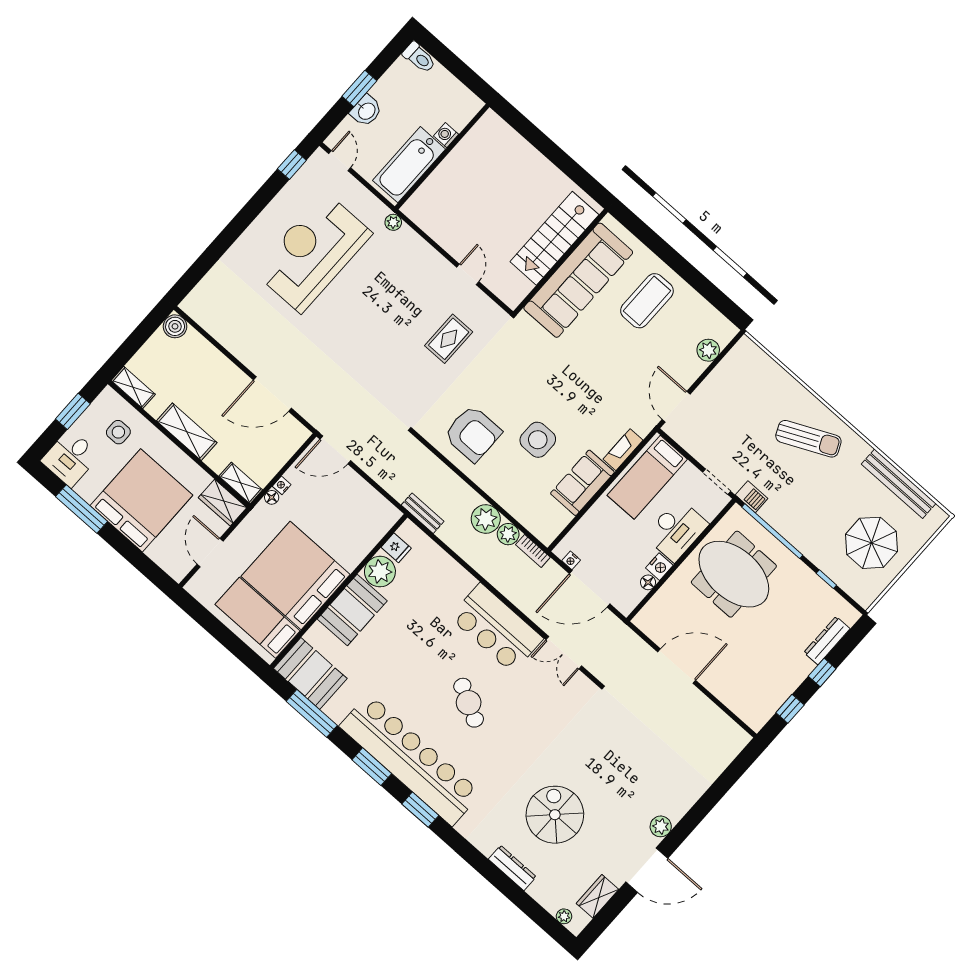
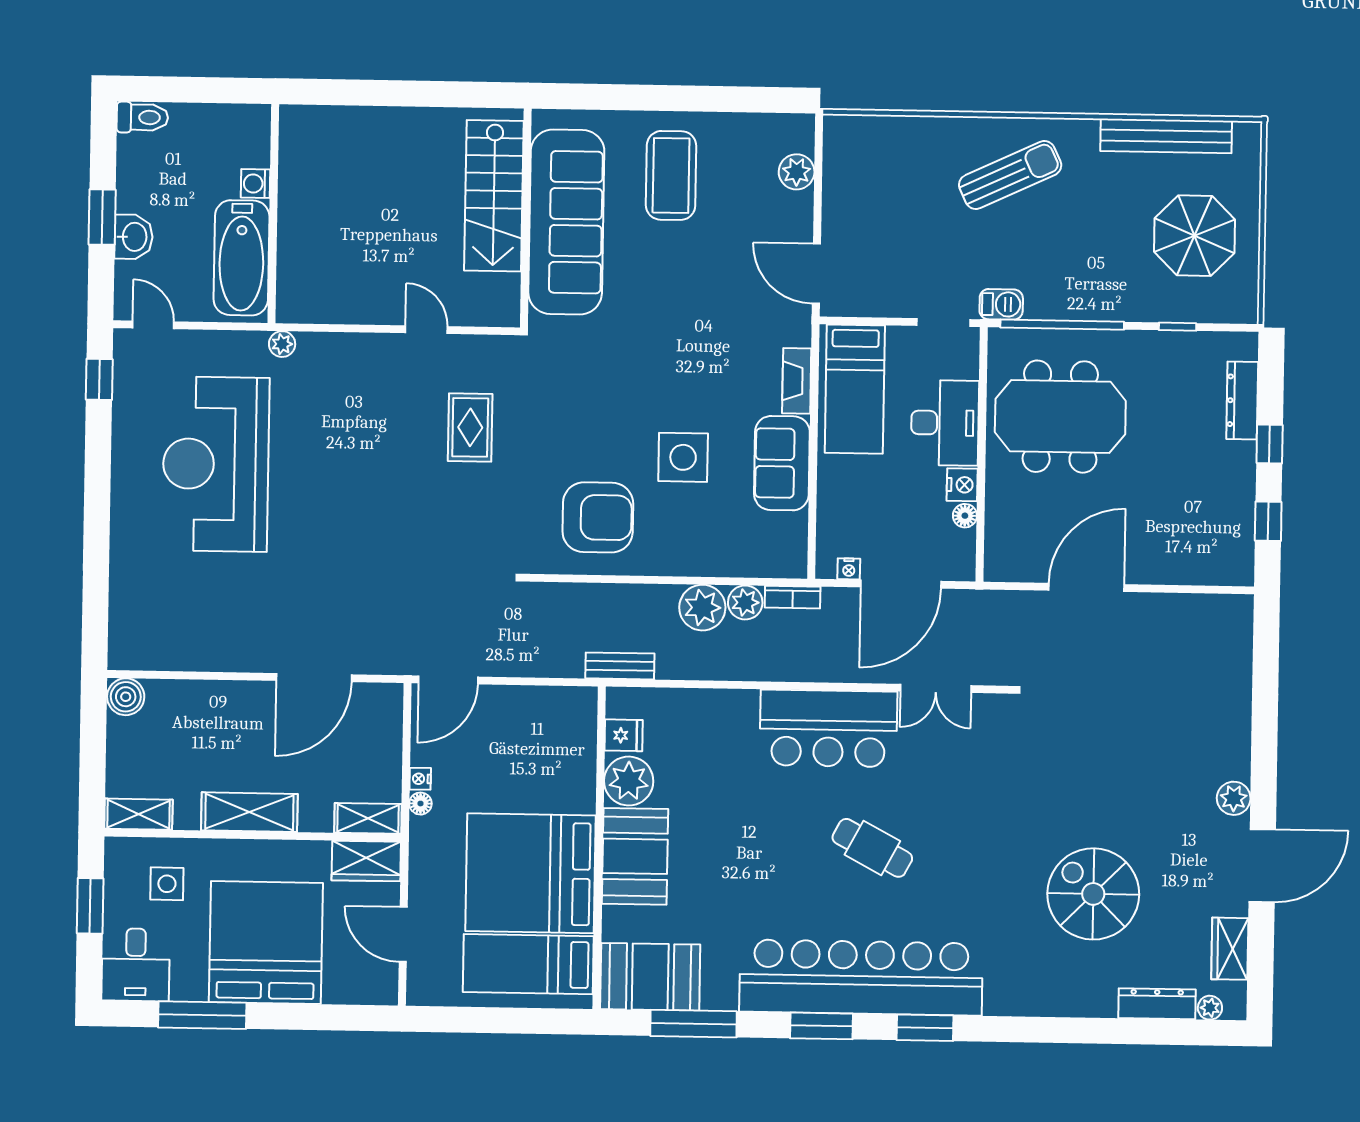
dresser: (512, 868) -> (1157, 1004), moved

